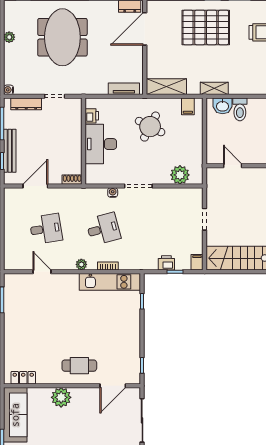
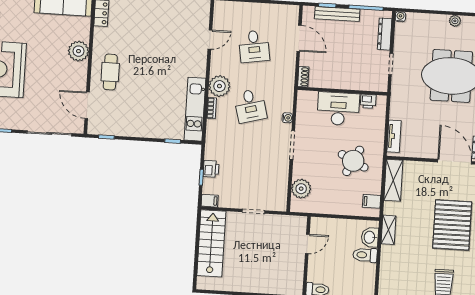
plant: (81, 264) -> (219, 86), width x1.88, depth x1.88

